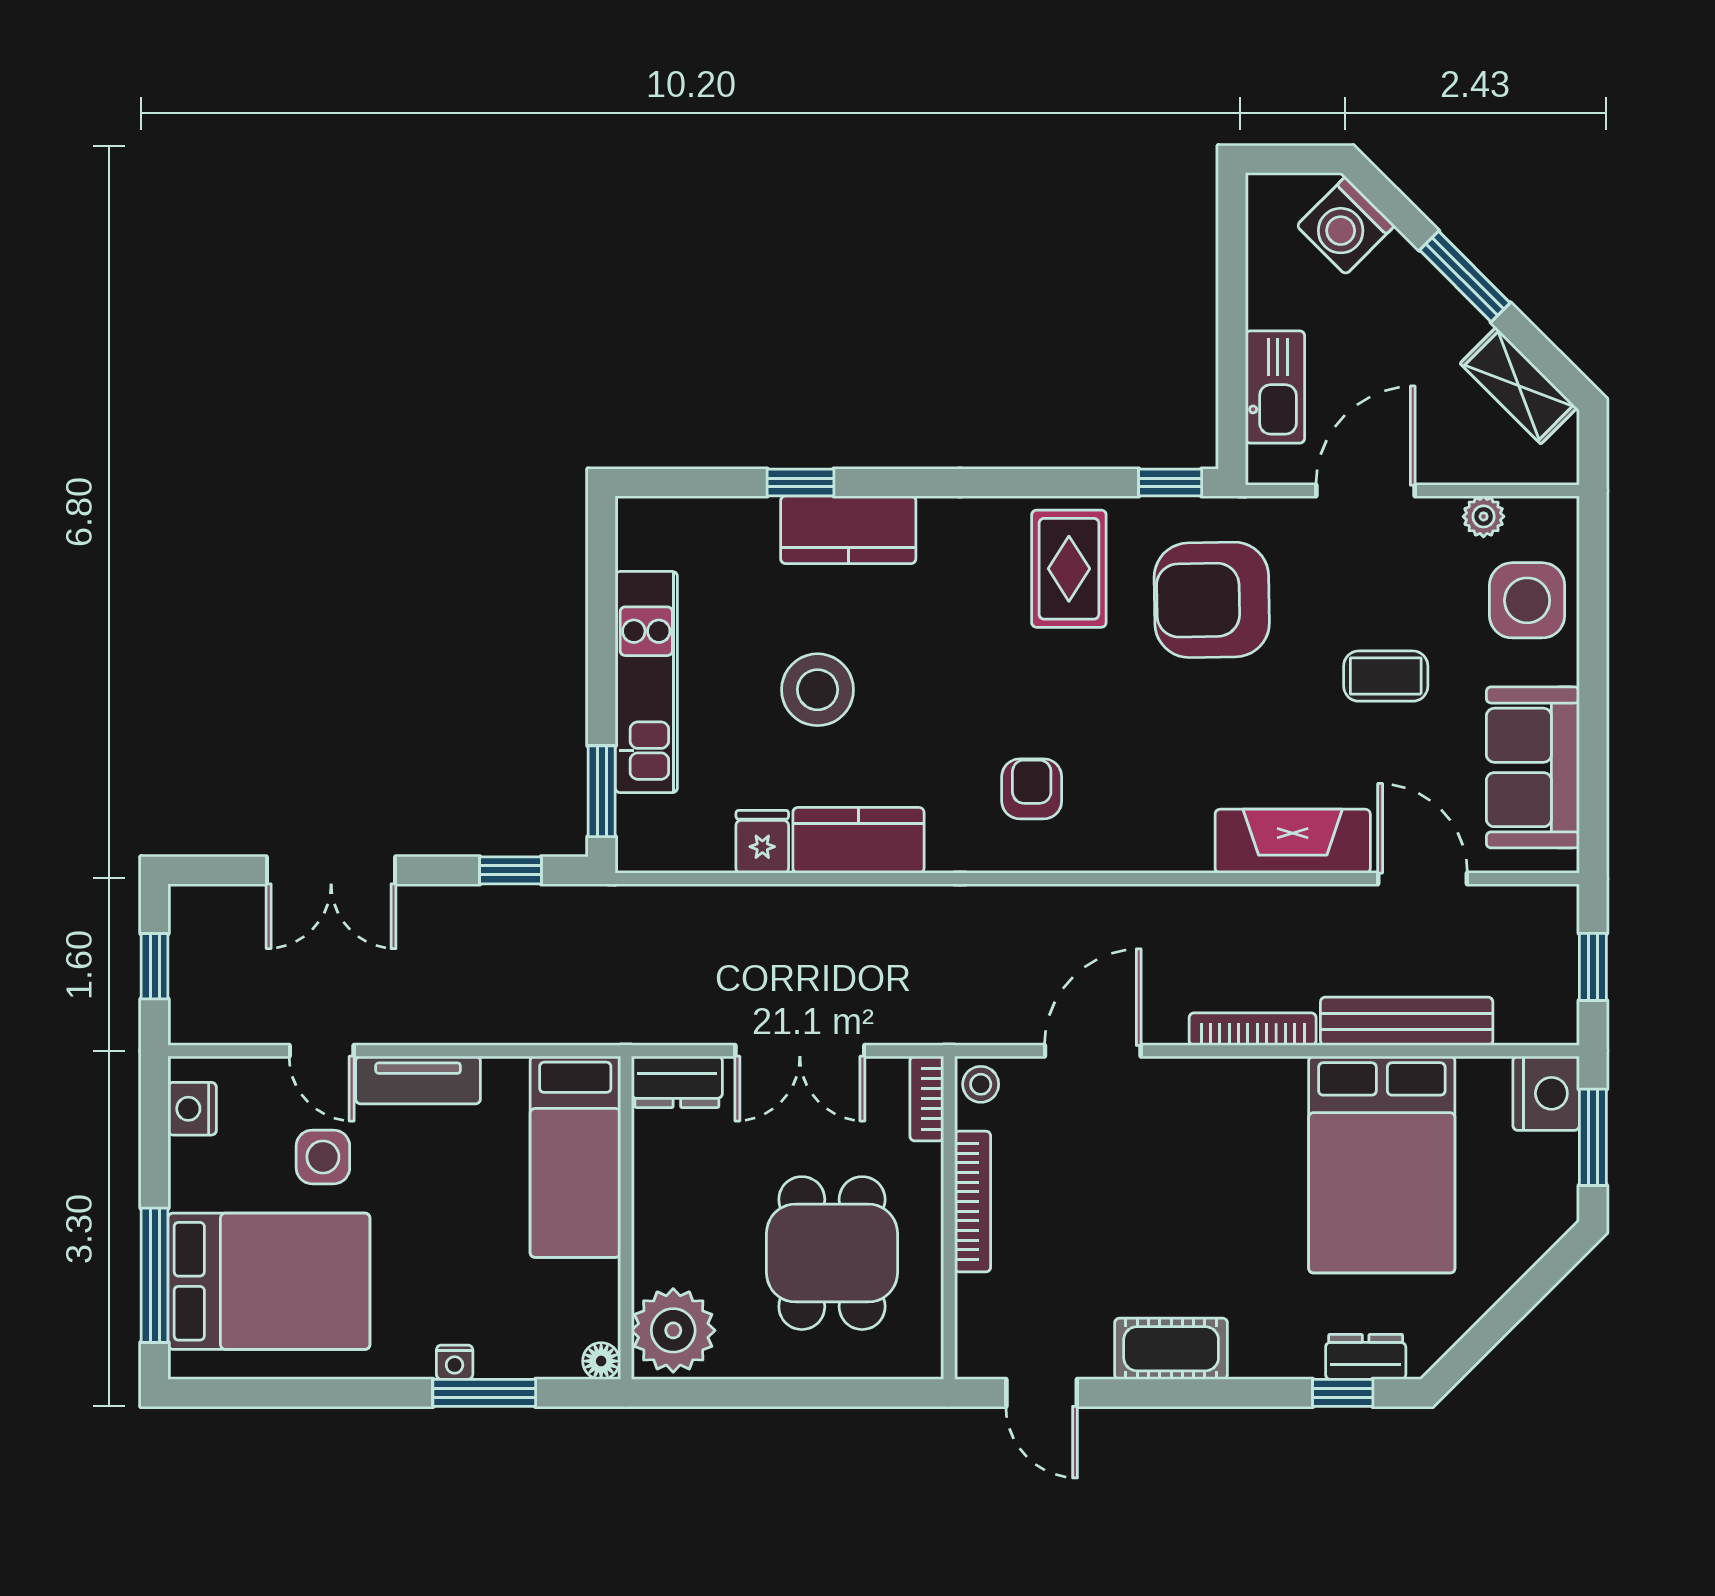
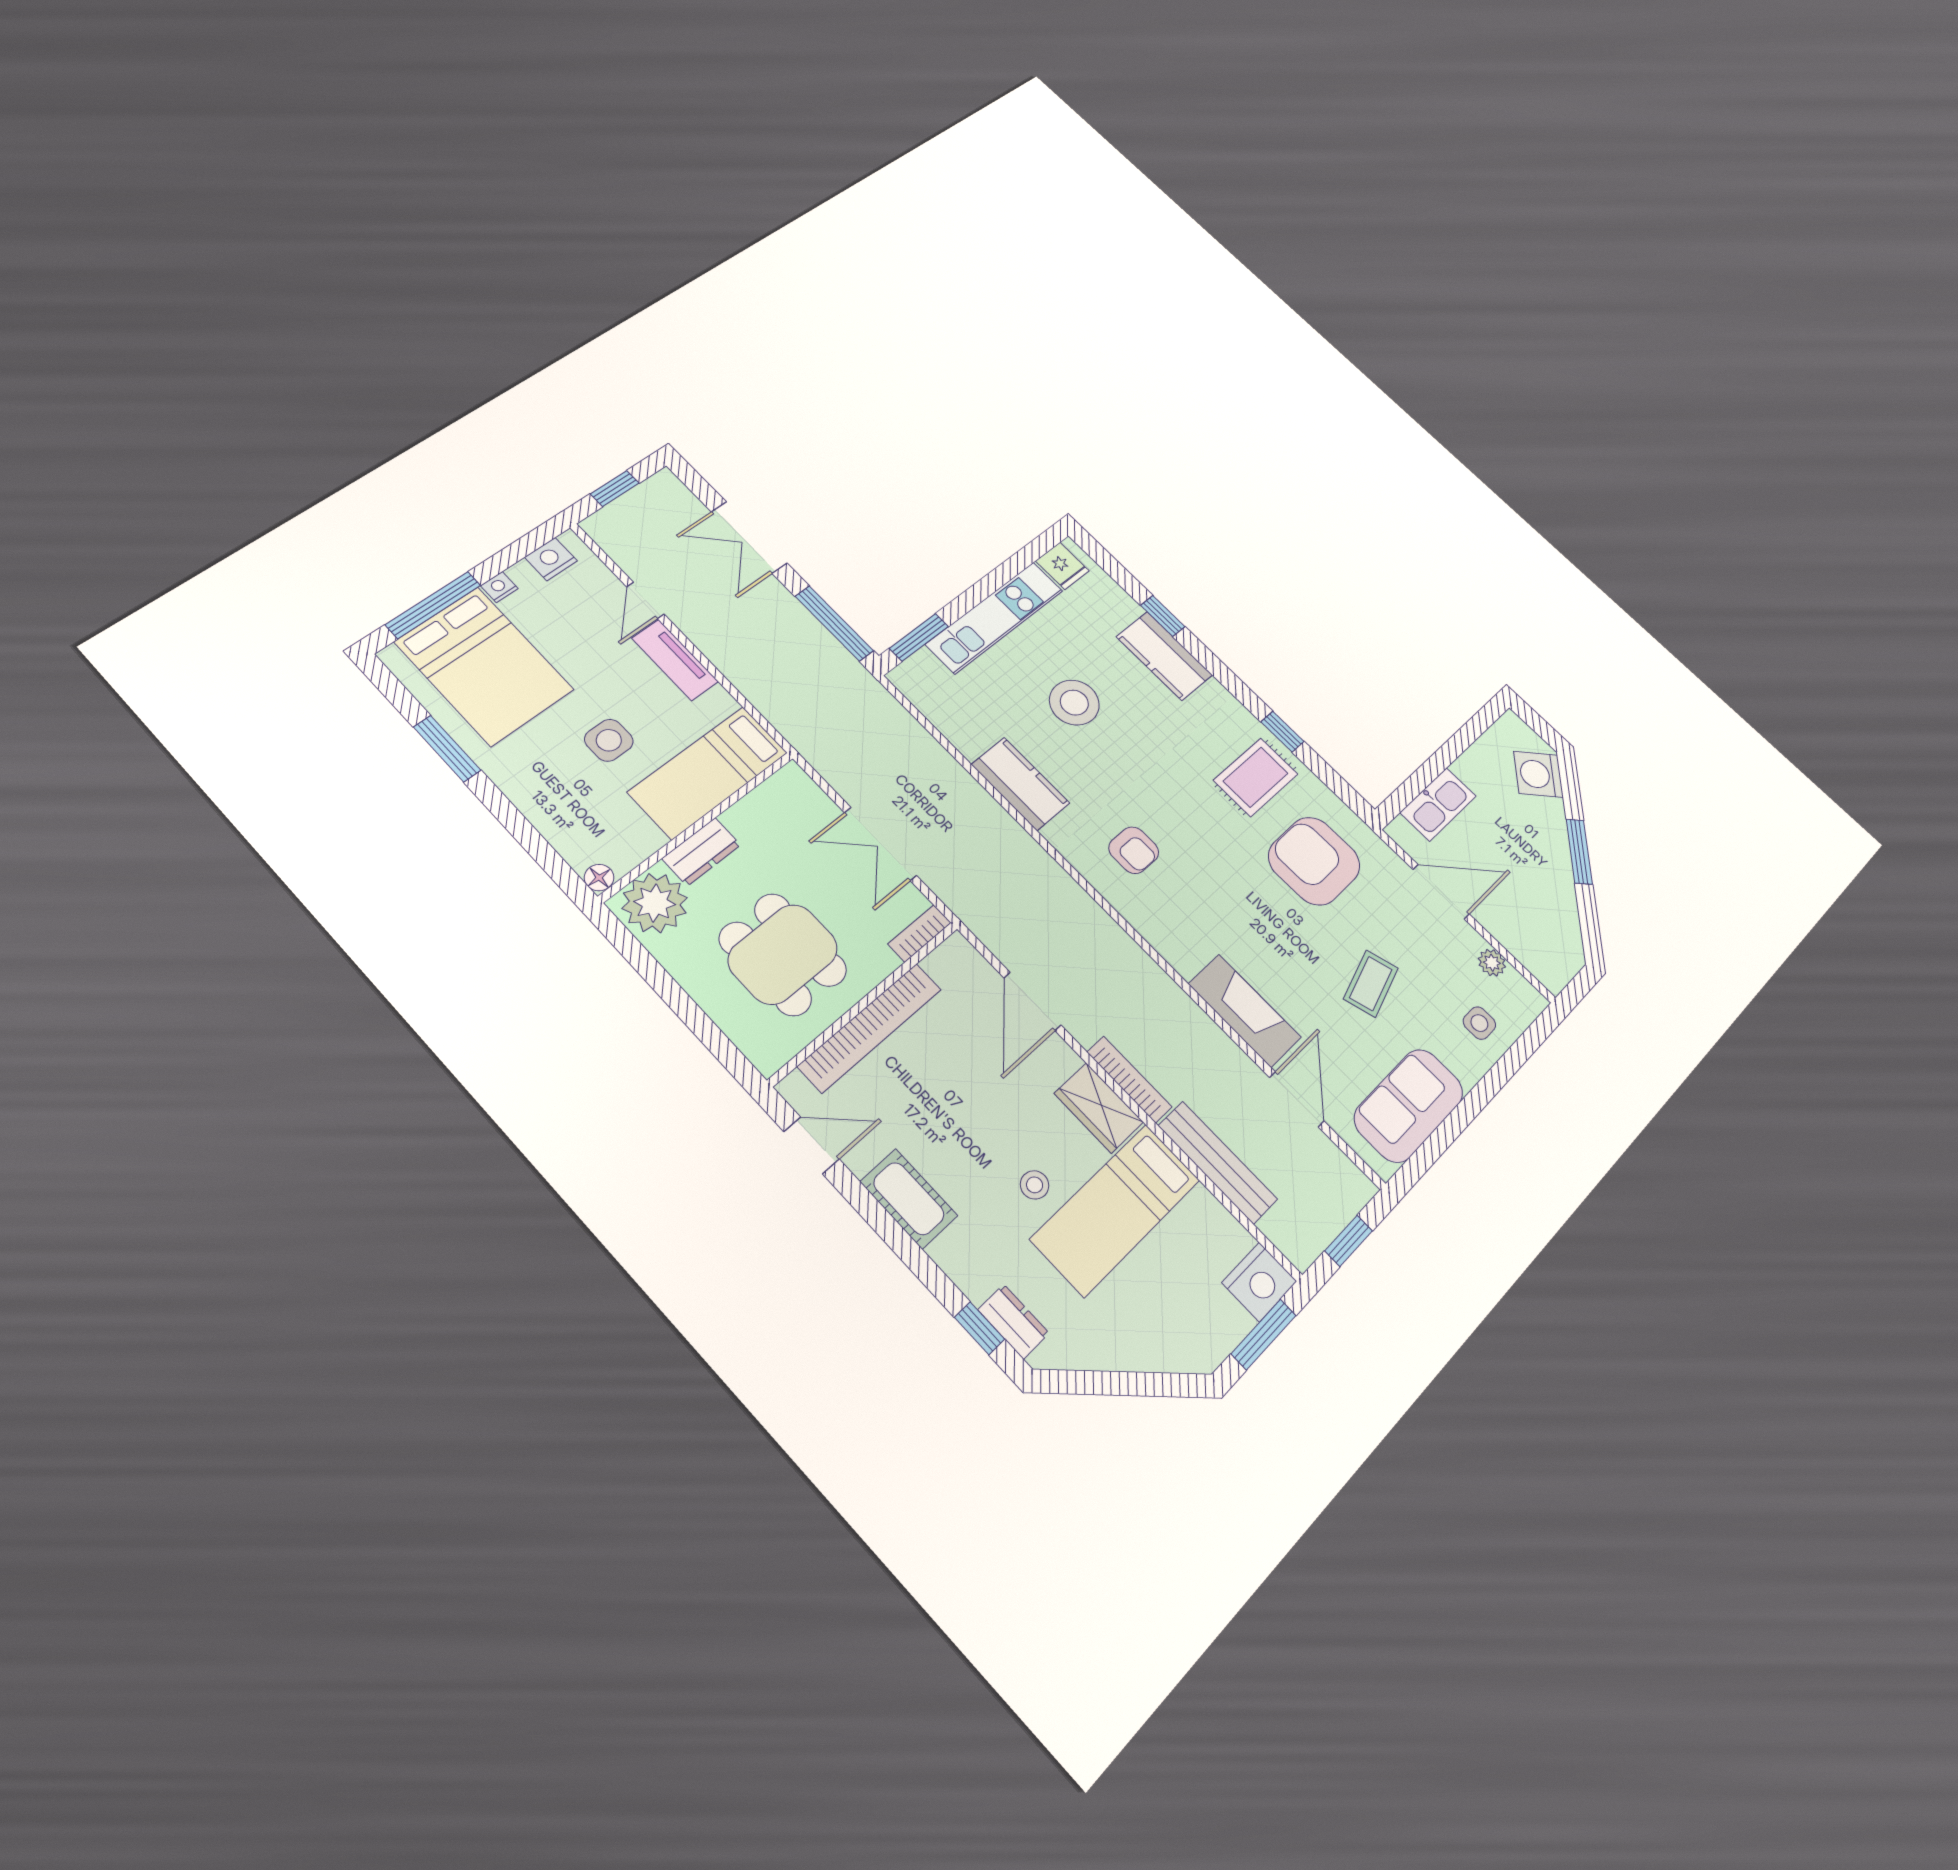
shelving: (1519, 386) -> (1564, 923), removed
window: (1170, 482) -> (1282, 732), moved
side table: (1527, 600) -> (1479, 1023), width x0.54, depth x0.54
coffee table: (1386, 676) -> (1371, 984), turned 73
armchair: (1032, 789) -> (1134, 850), turned 90
fridge: (762, 842) -> (1062, 566), moved, turned 90
window: (511, 870) -> (834, 623), width x2.17
door: (1093, 1051) -> (1032, 1001), swing flipped
dresser: (677, 1082) -> (701, 852), moved, turned -90
stool: (981, 1084) -> (1035, 1185), moved
wardrobe: (1252, 1087) -> (1099, 1108), added
side table: (323, 1157) -> (609, 740), moved
bed: (1382, 1165) -> (1116, 1209), width x0.67
bookcase: (973, 1201) -> (870, 1027), width x1.48, depth x1.31
dining table: (832, 1253) -> (783, 954), turned 90
nightstand: (455, 1362) -> (499, 587), moved, turned 90
window: (484, 1393) -> (447, 749), moved
door: (1042, 1393) -> (811, 1145), swing flipped

